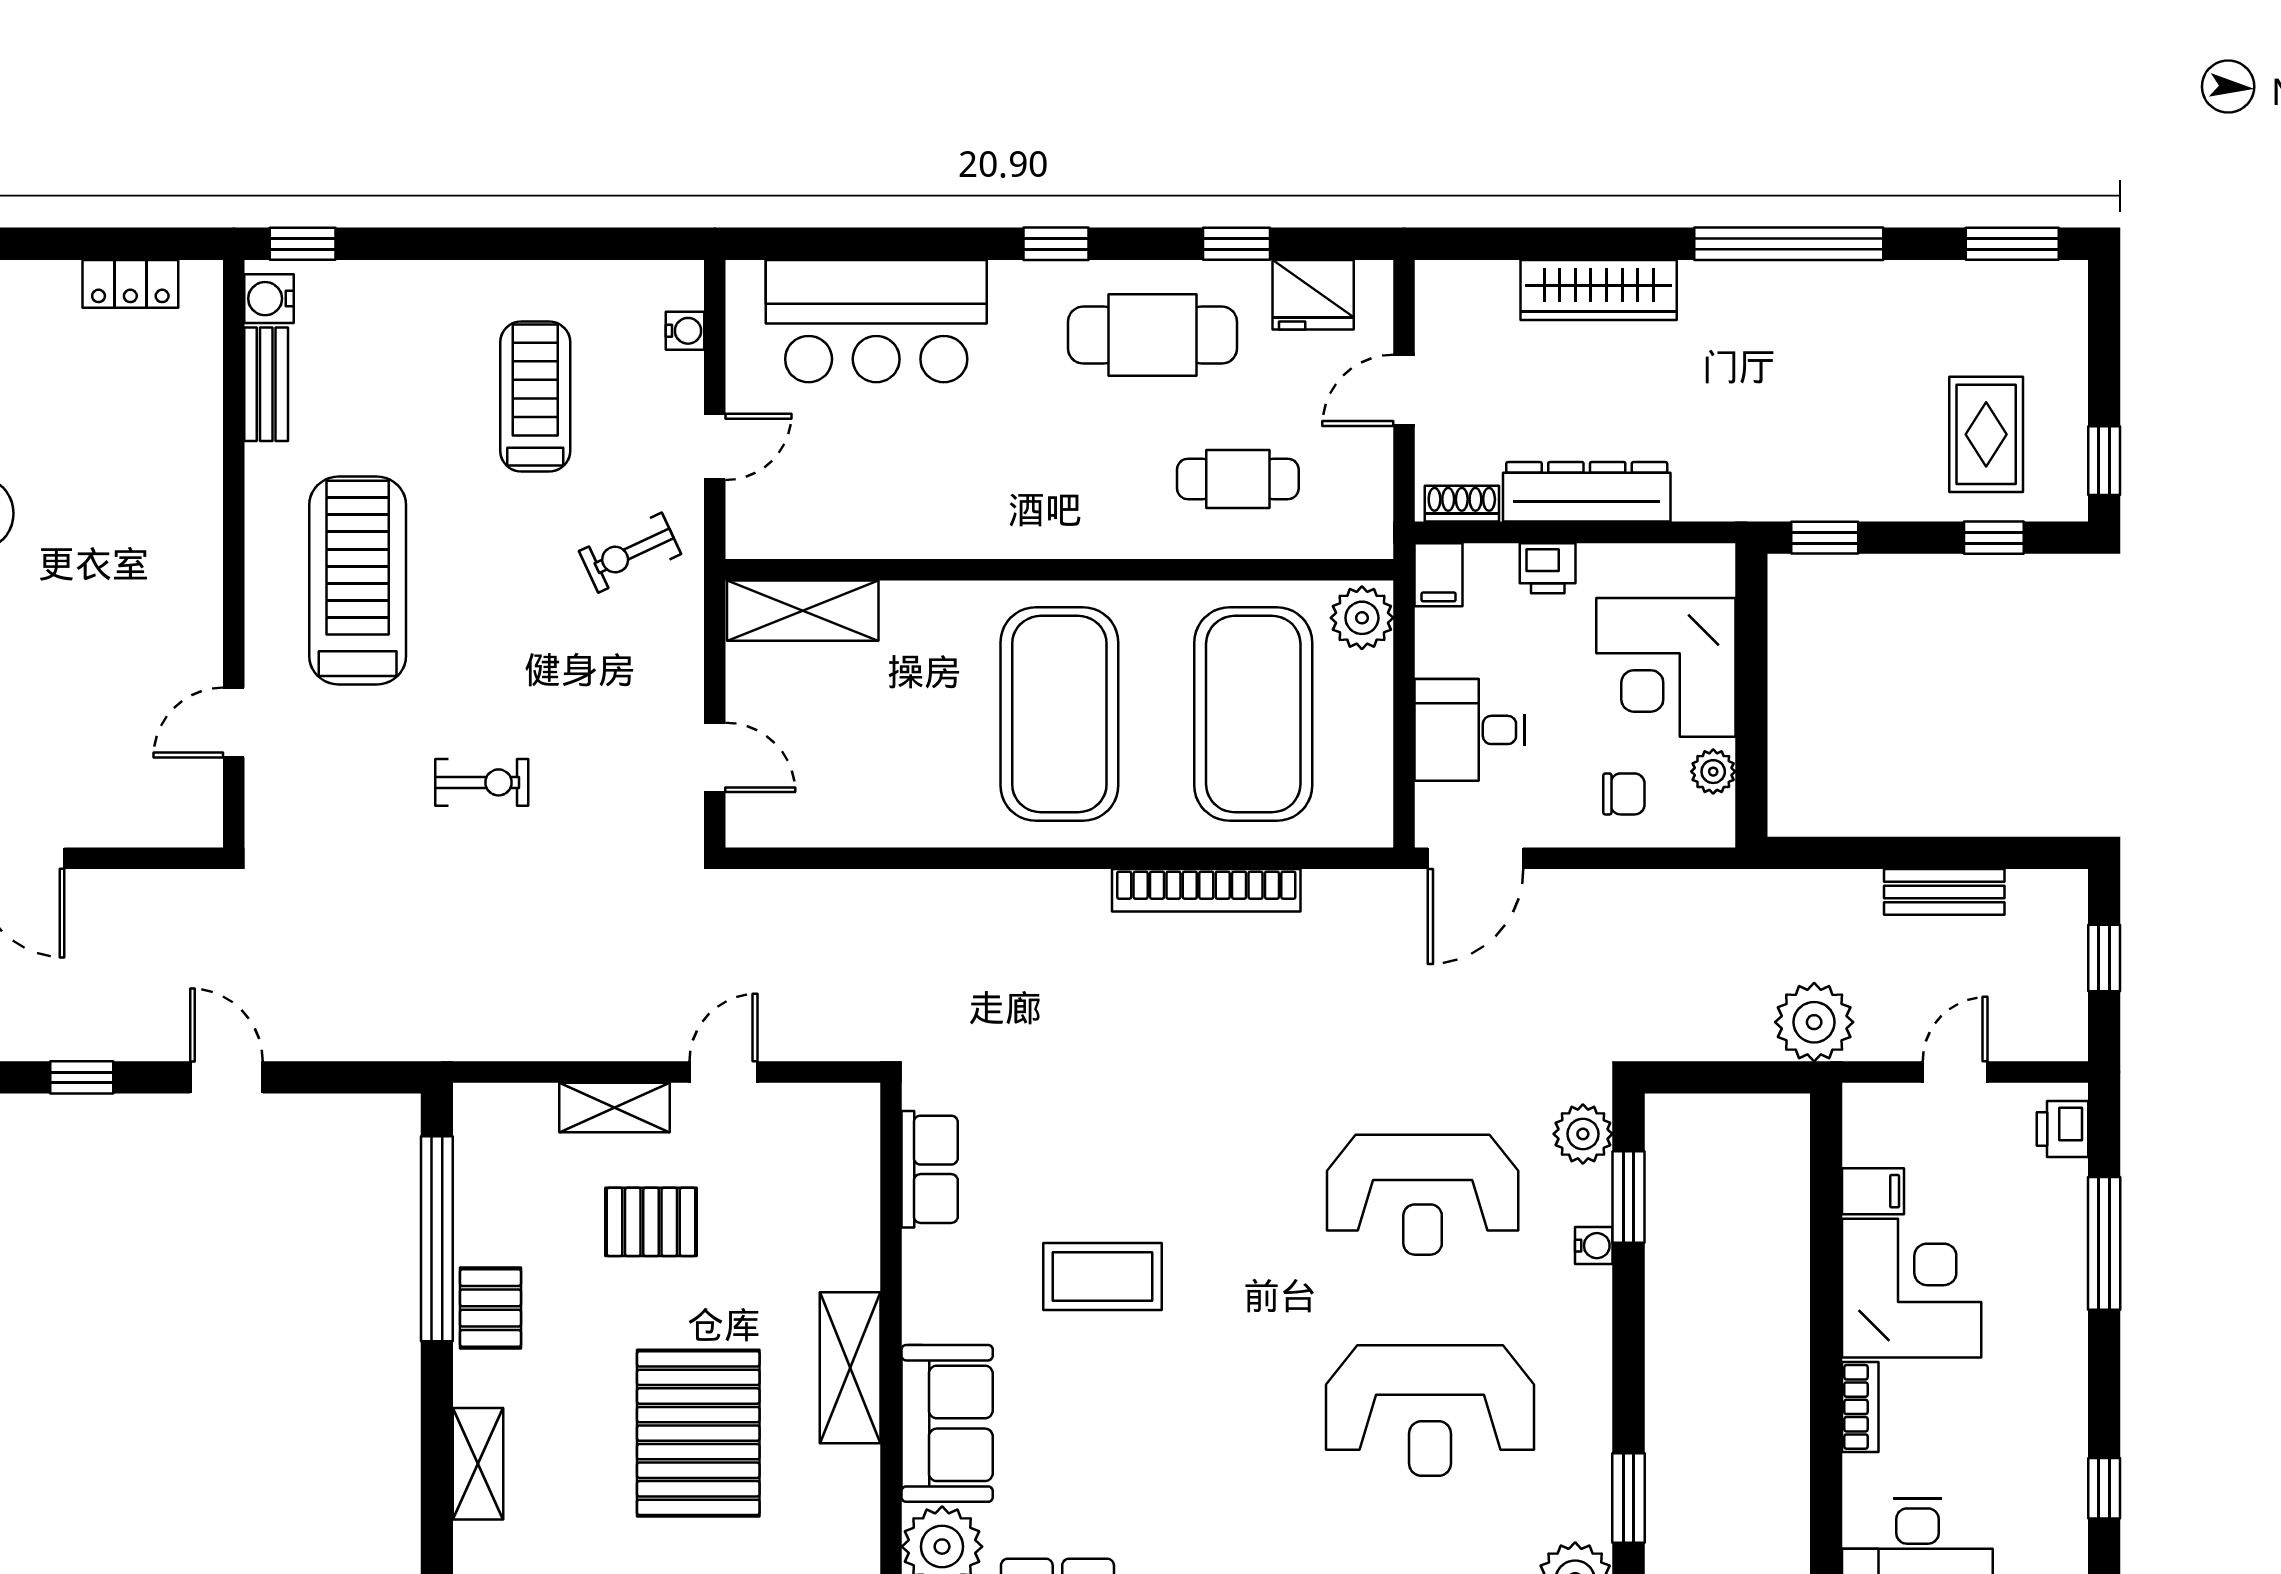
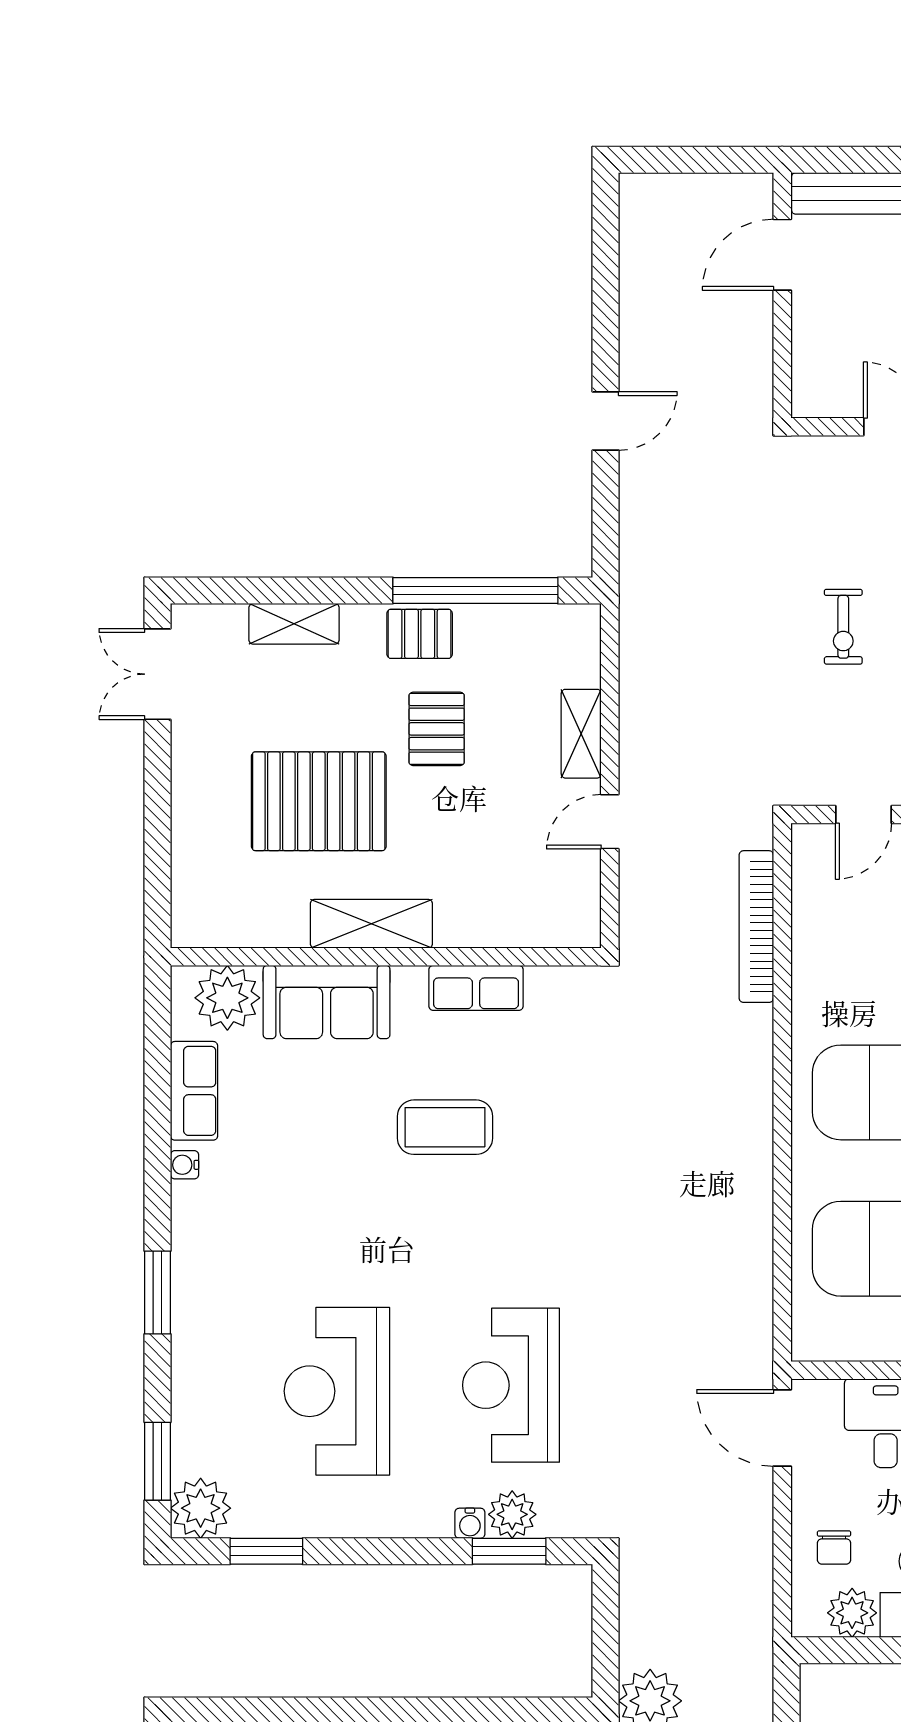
plant: (1713, 772) -> (852, 1613), width x1.38, depth x1.38
bookcase: (1206, 890) -> (756, 927), moved
door: (724, 1072) -> (610, 822), swing flipped
window: (82, 1077) -> (606, 304), removed
plant: (1583, 1134) -> (512, 1514), moved
row of seats: (930, 1169) -> (476, 988), moved
pallet: (651, 1222) -> (437, 729), moved
coffee table: (1103, 1277) -> (445, 1127), turned 90

